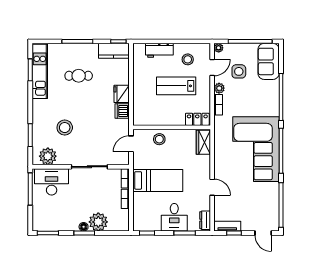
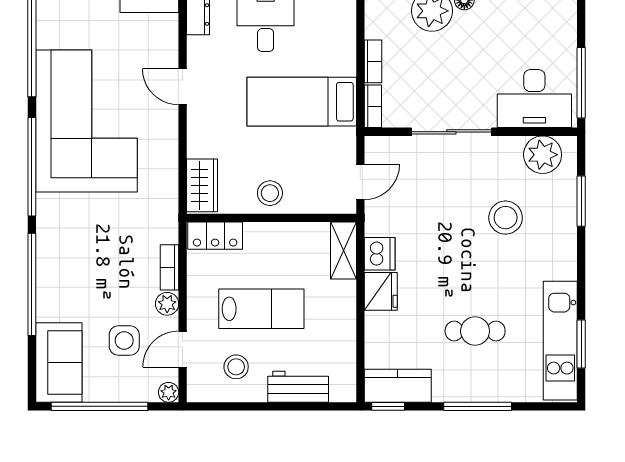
shelving: (139, 113) -> (343, 251), added
stool: (159, 139) -> (270, 193), moved
corner sofa: (256, 149) -> (87, 121), moved

